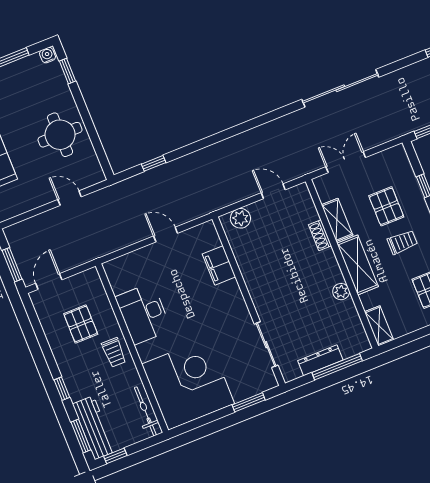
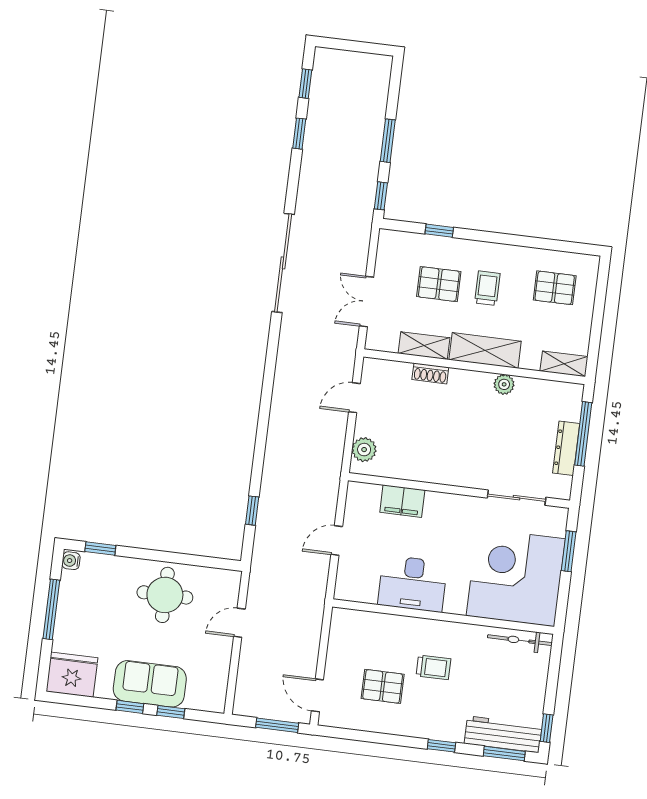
desk: (143, 314) -> (413, 584), moved
wall: (132, 348) -> (443, 617), moved
corner desk: (188, 384) -> (516, 577), moved
bicycle: (145, 411) -> (520, 640), moved

